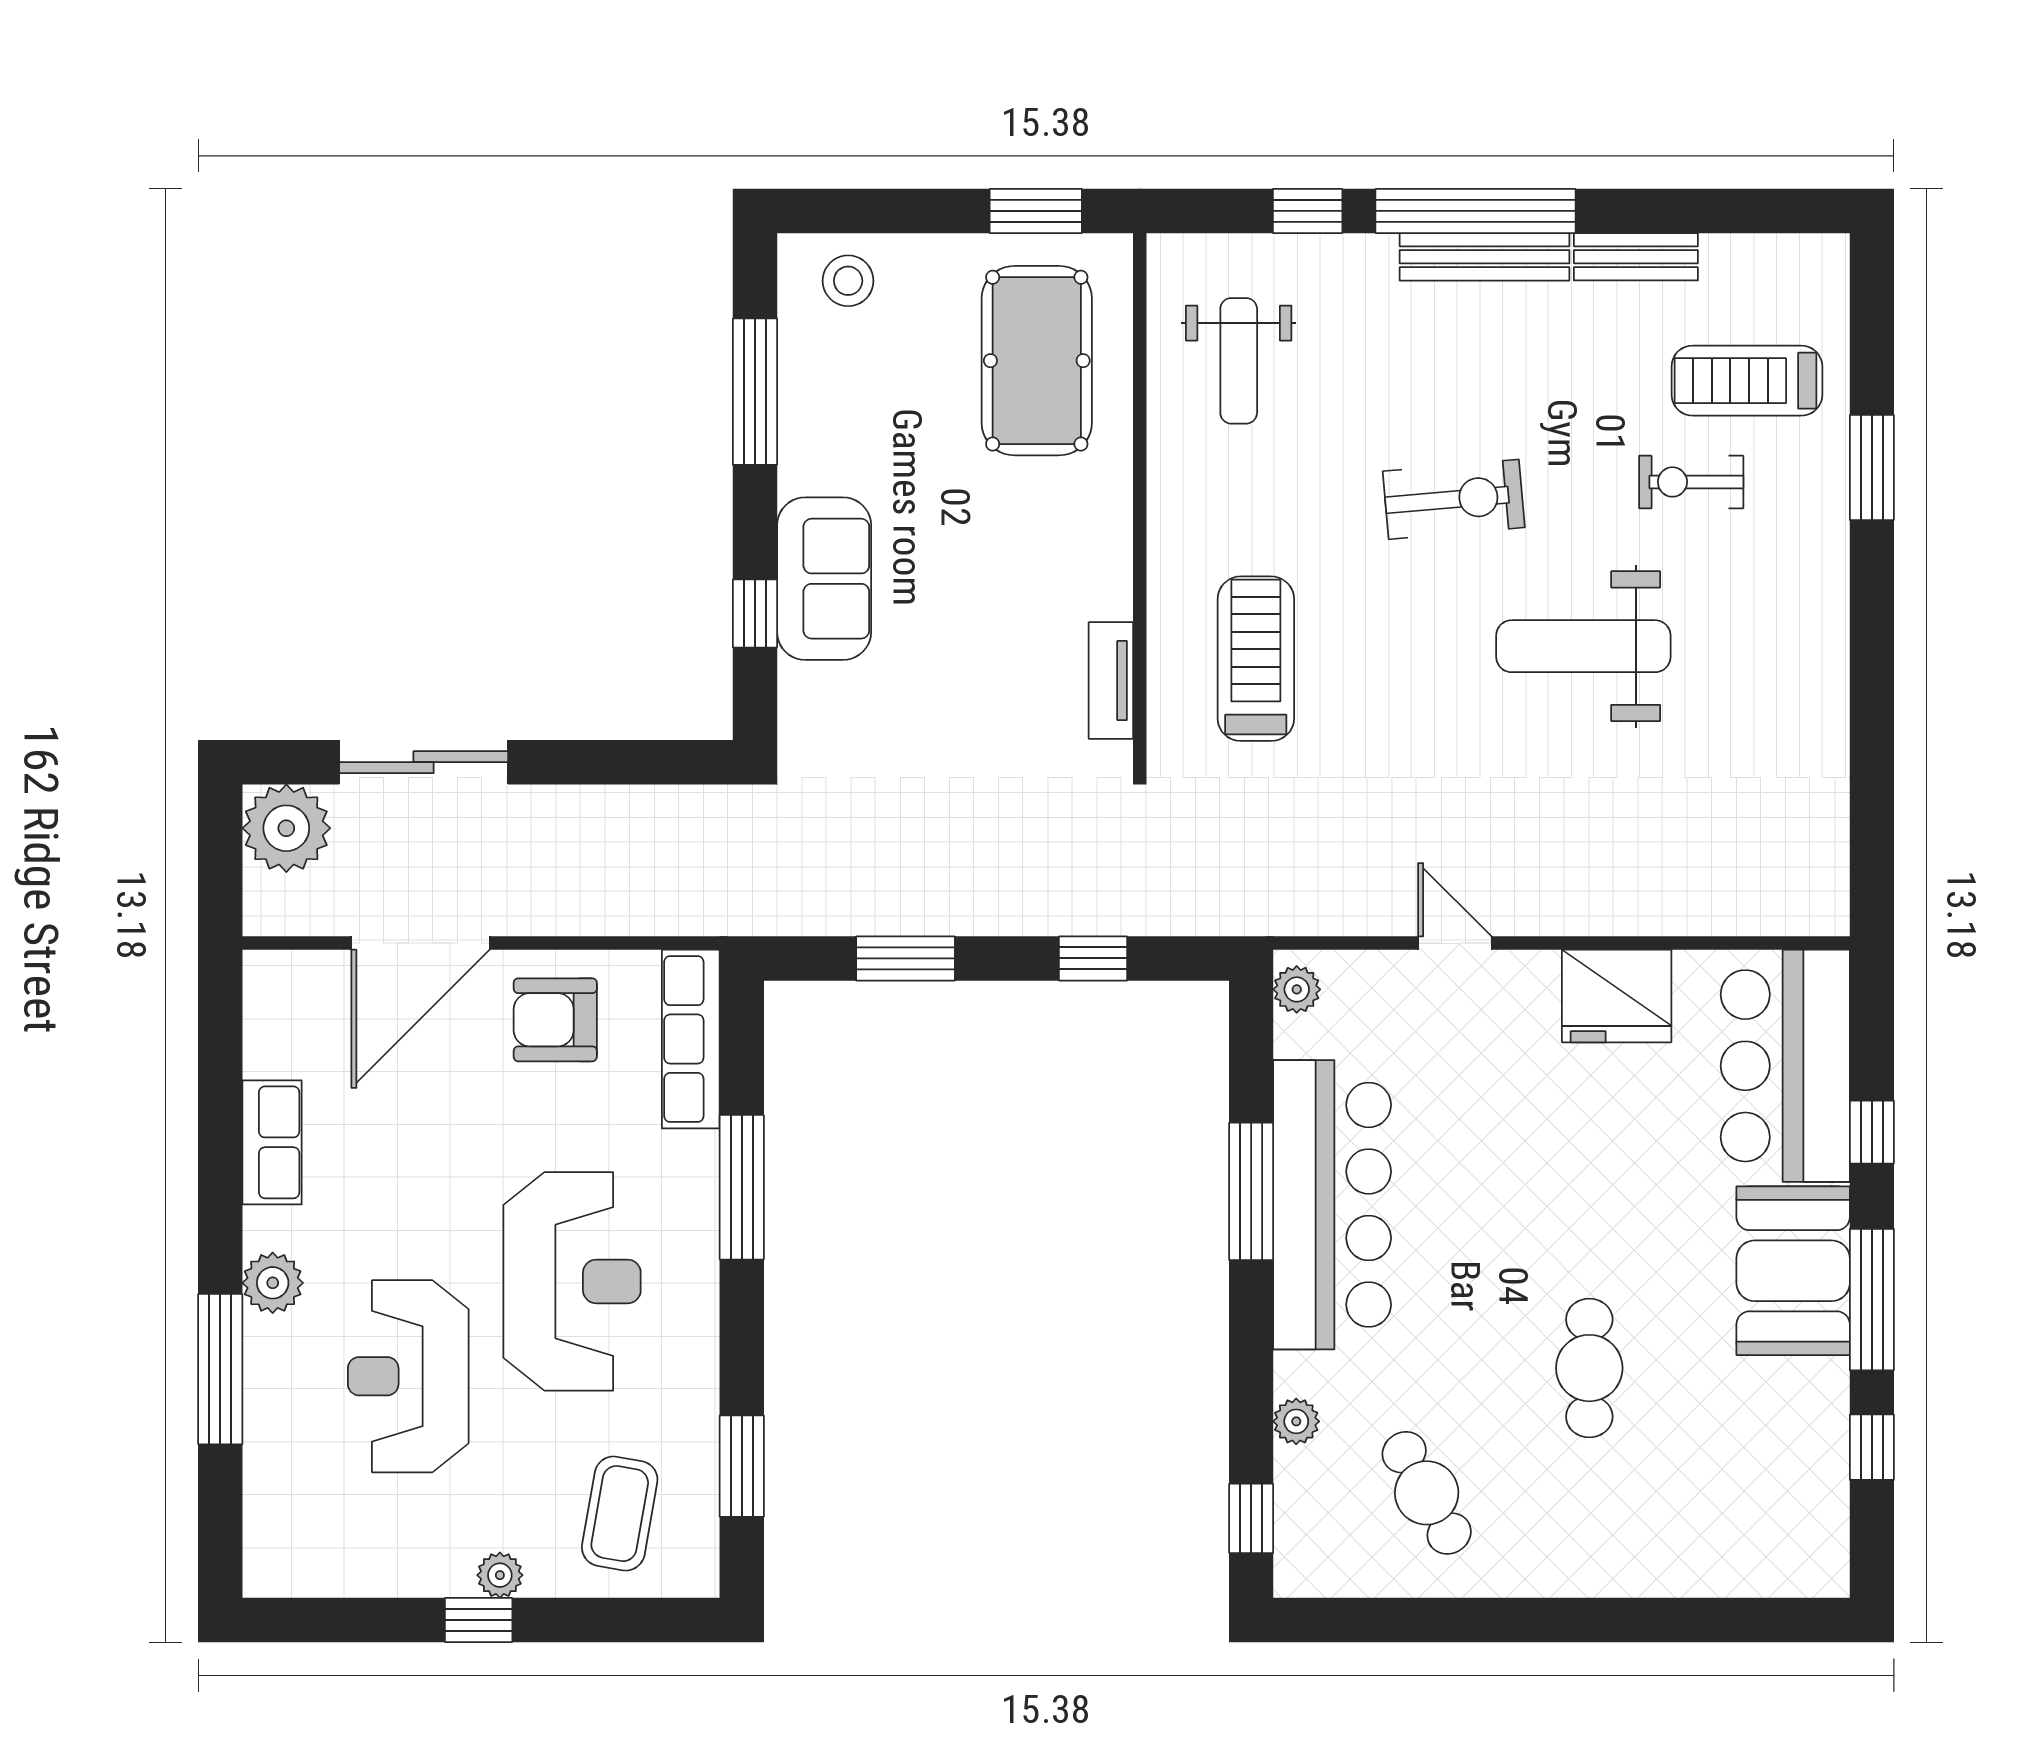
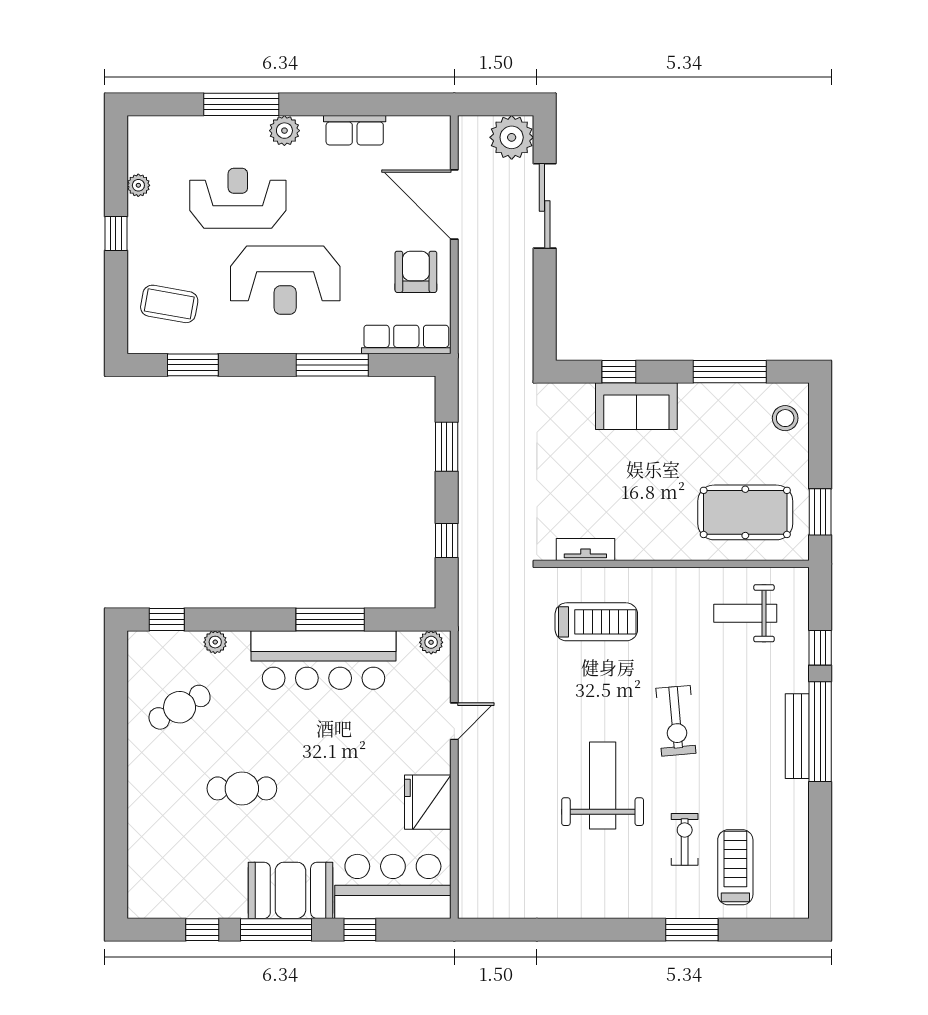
bench: (1636, 257) -> (797, 812), removed
plant: (500, 1575) -> (138, 185), moved

